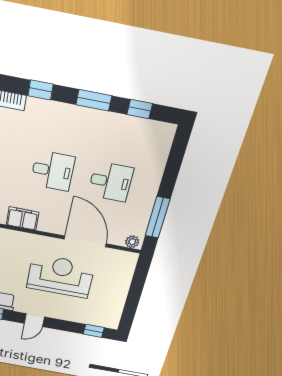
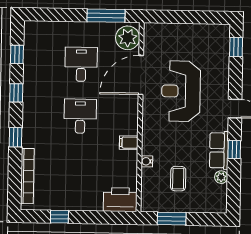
window: (94, 100) -> (16, 93), width x0.67
filing cabinet: (23, 218) -> (129, 143), width x0.50
plant: (132, 242) -> (128, 38), width x1.87, depth x1.87

